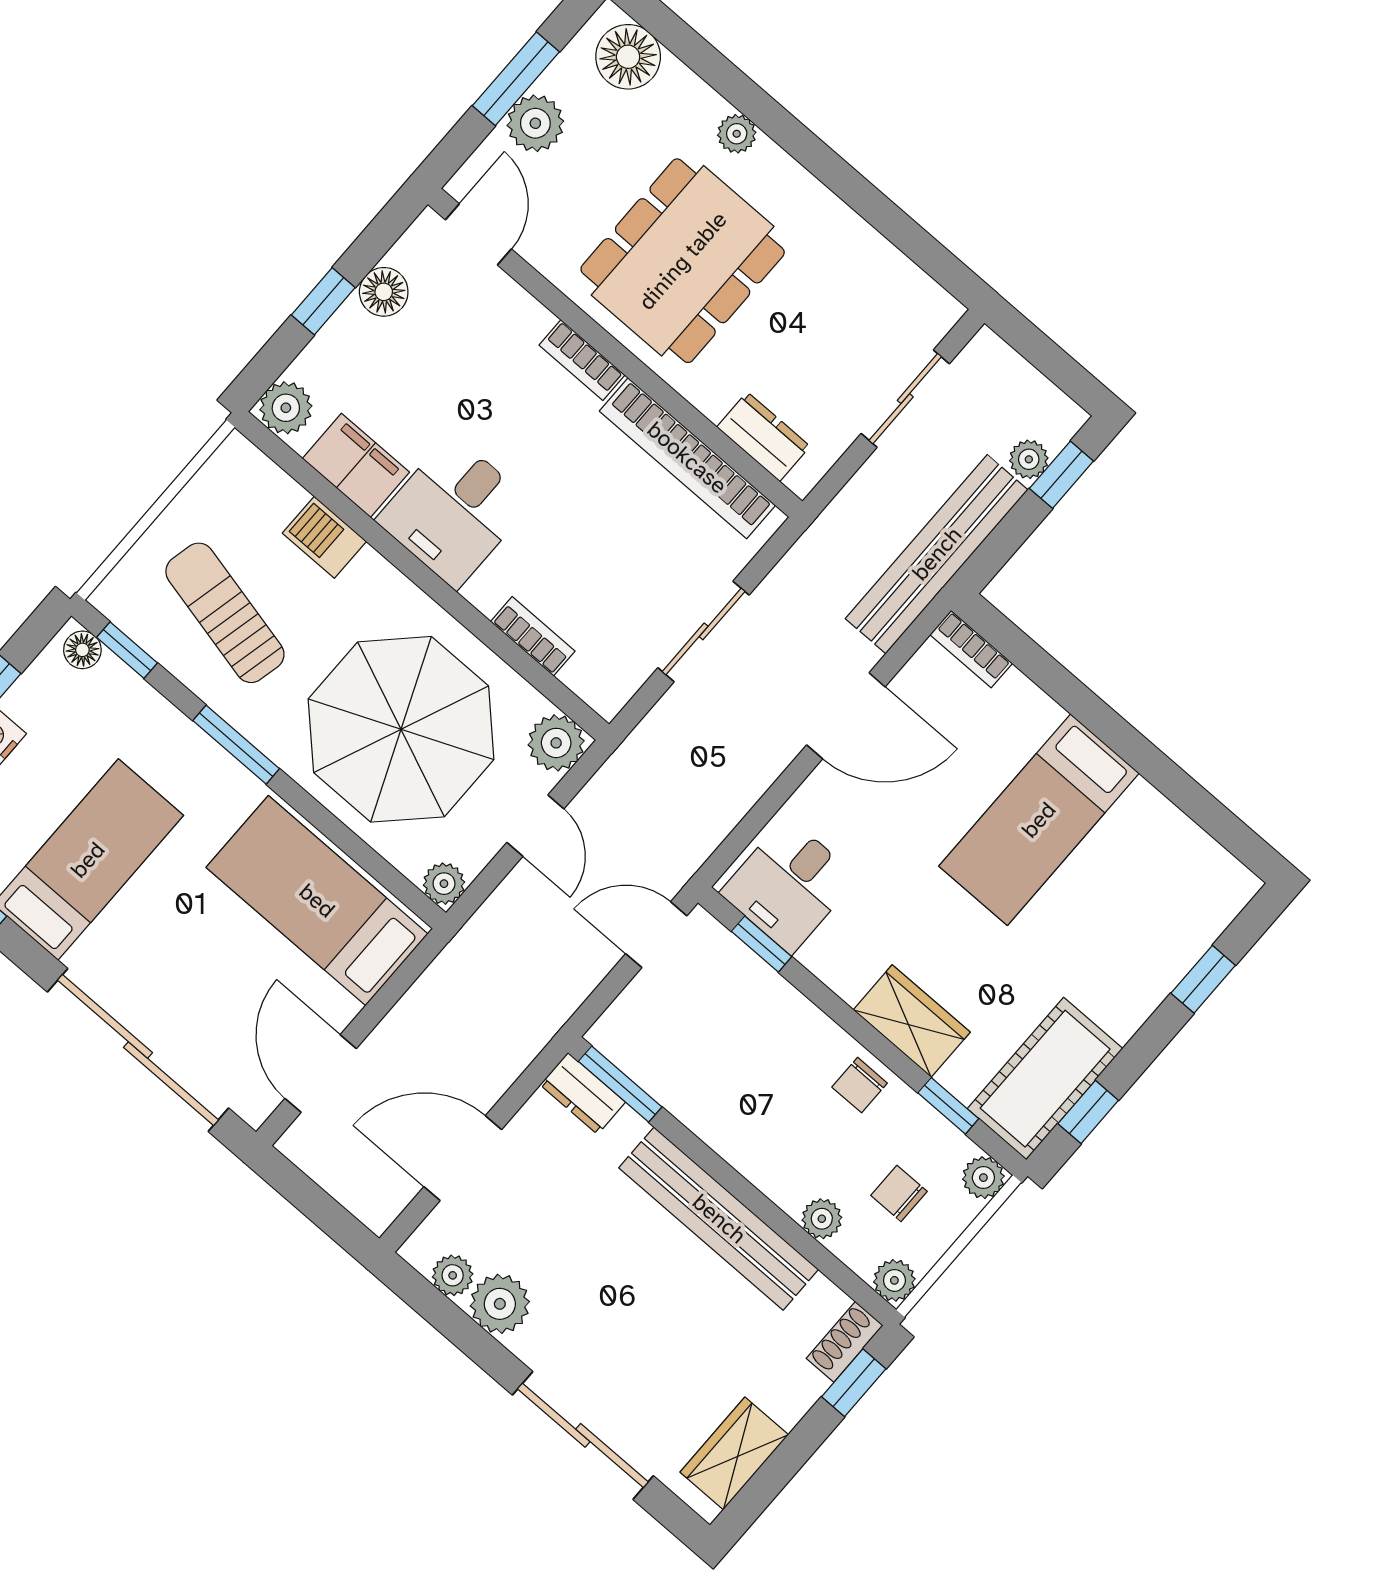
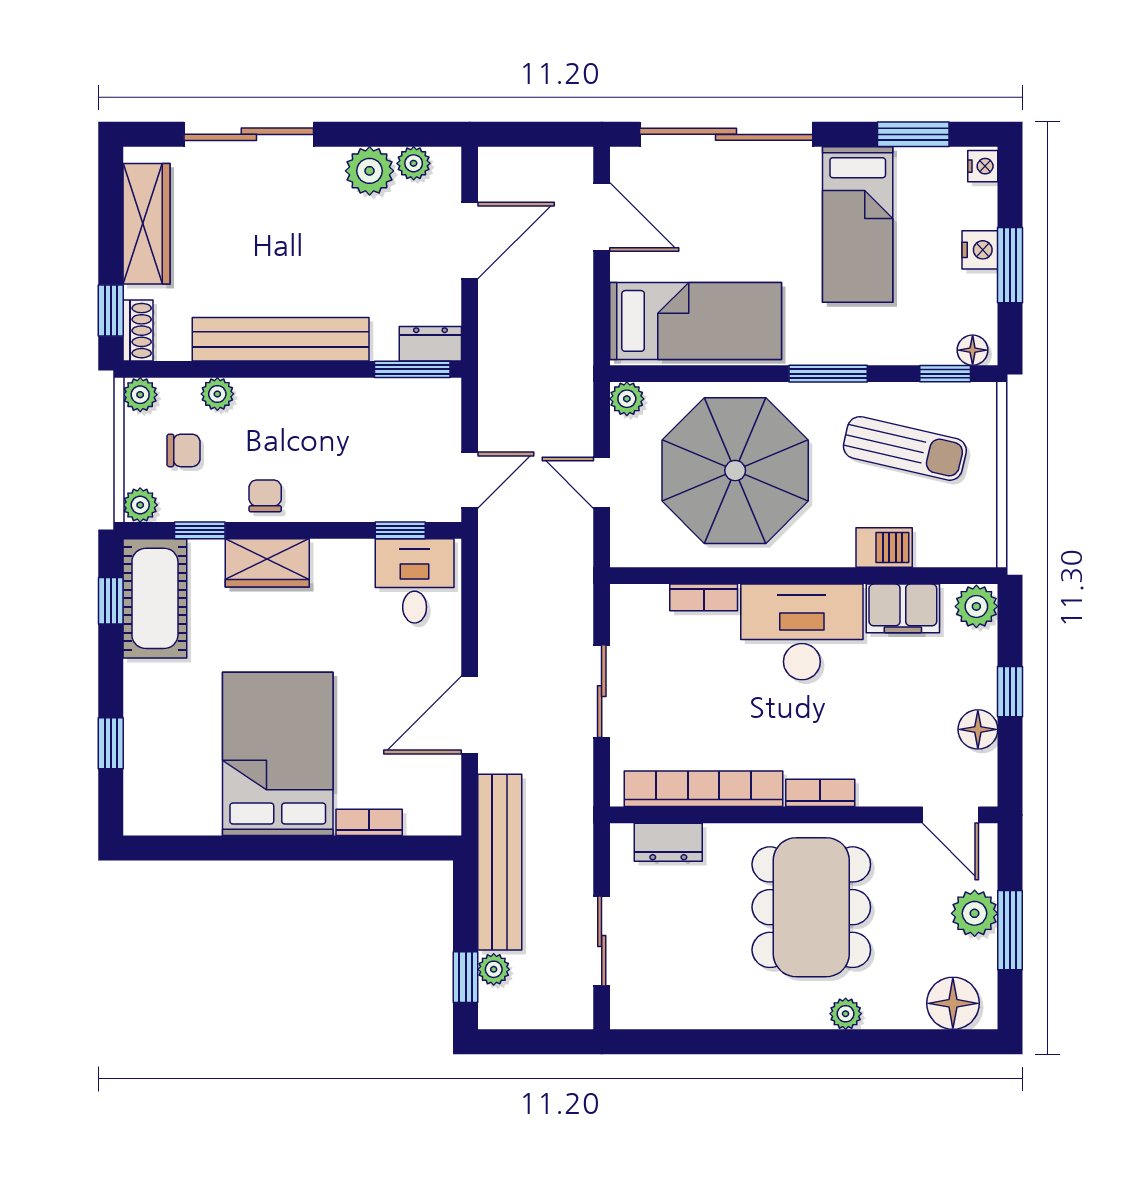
desk: (454, 512) -> (802, 632), width x1.37
bookcase: (971, 649) -> (369, 822), moved
plant: (556, 743) -> (633, 545), removed
bed: (1039, 820) -> (278, 754), width x1.50
wardrobe: (734, 1453) -> (146, 224), width x1.50

